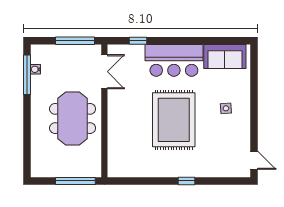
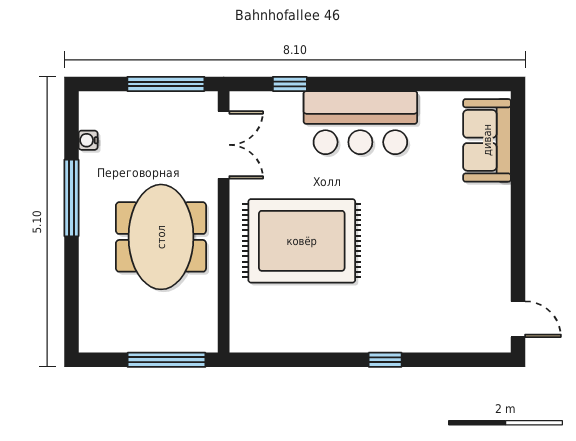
sofa: (225, 56) -> (487, 140), moved, turned 90
window: (27, 75) -> (71, 198), moved
side table: (226, 108) -> (463, 217), removed
rug: (174, 120) -> (302, 241), moved, turned 90

